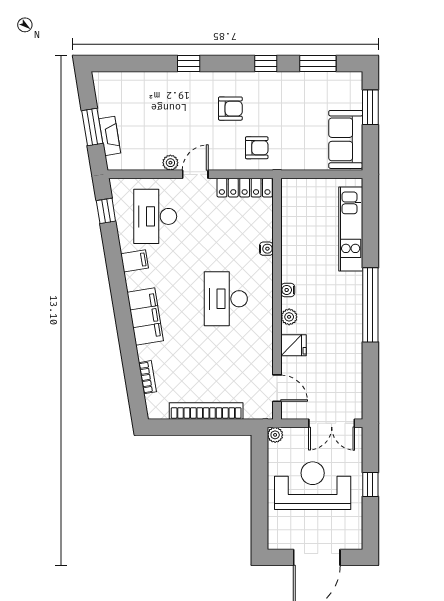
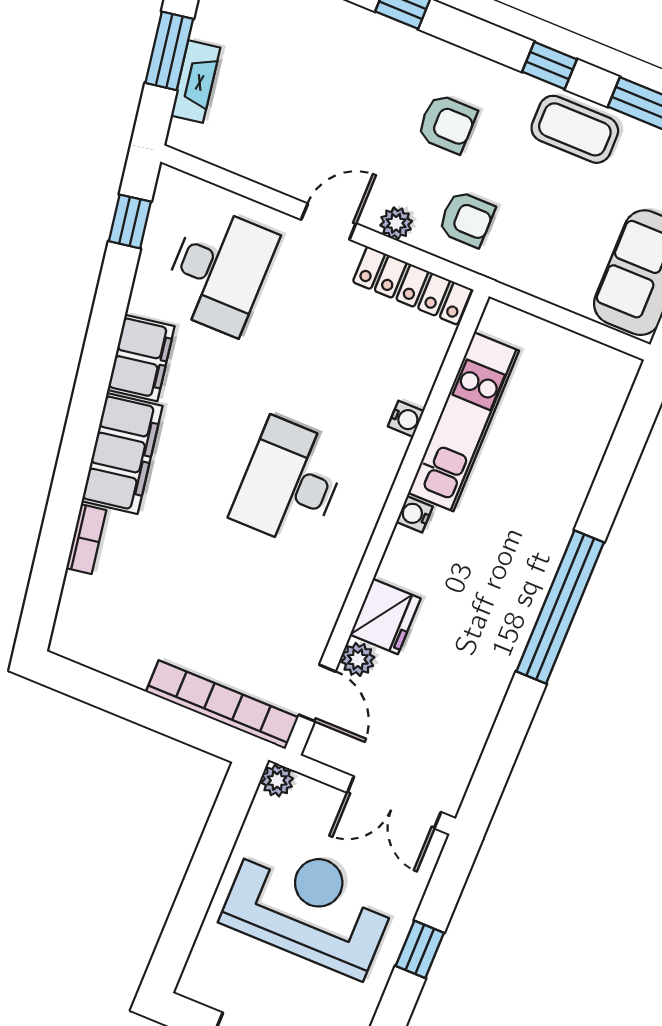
coffee table: (289, 88) -> (575, 129), added
plant: (170, 163) -> (396, 223), moved
desk: (155, 216) -> (219, 270), turned 180
kitchen unit: (351, 229) -> (464, 422), moved, turned 180
filing cabinet: (135, 261) -> (141, 358), width x2.00
plant: (289, 317) -> (358, 659), moved
fridge: (294, 345) -> (385, 616), width x1.38
bookcase: (147, 377) -> (86, 539), moved
bookcase: (206, 411) -> (222, 705), moved

